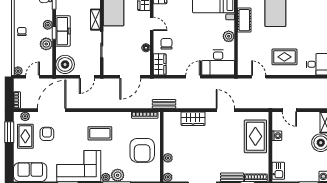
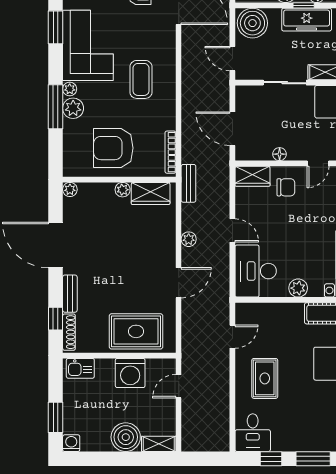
plant: (199, 104) -> (189, 239), added
wardrobe: (193, 119) -> (151, 193), moved, turned -90
washing machine: (277, 136) -> (130, 373), width x1.89, depth x1.89
plant: (168, 158) -> (123, 190), moved

